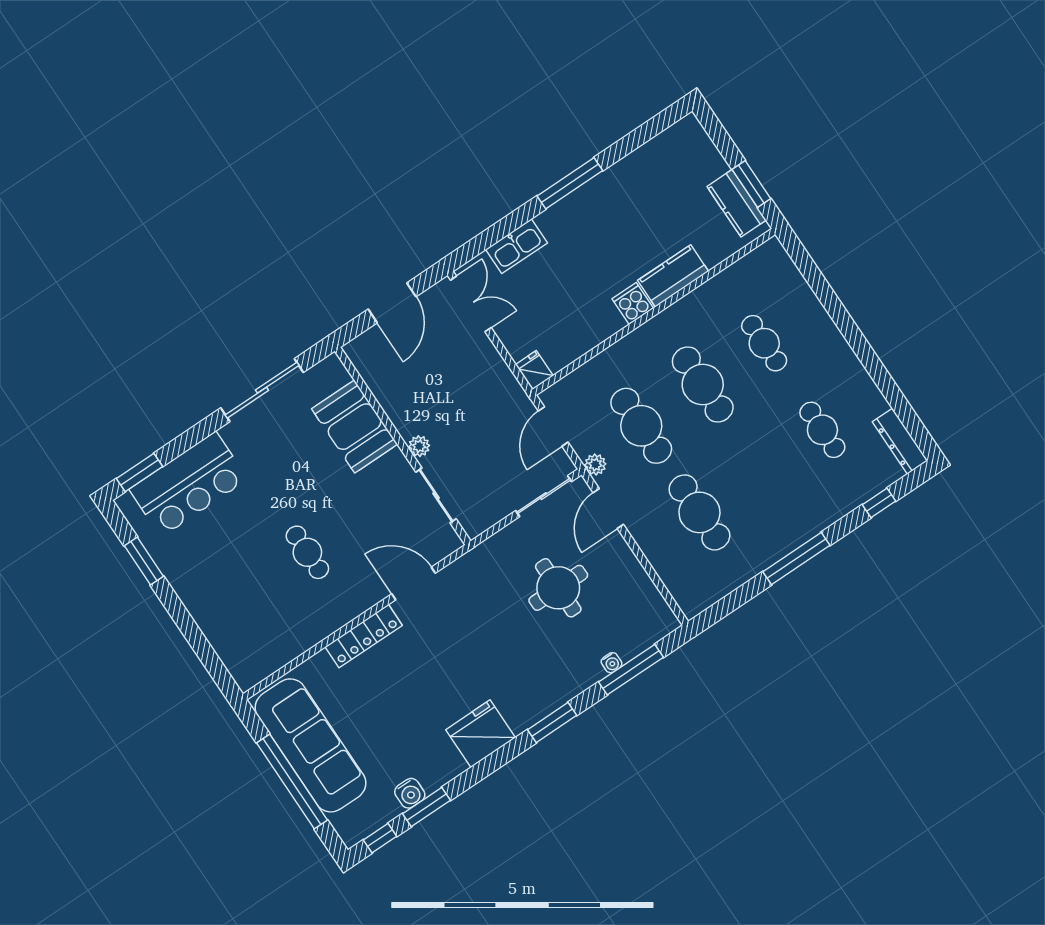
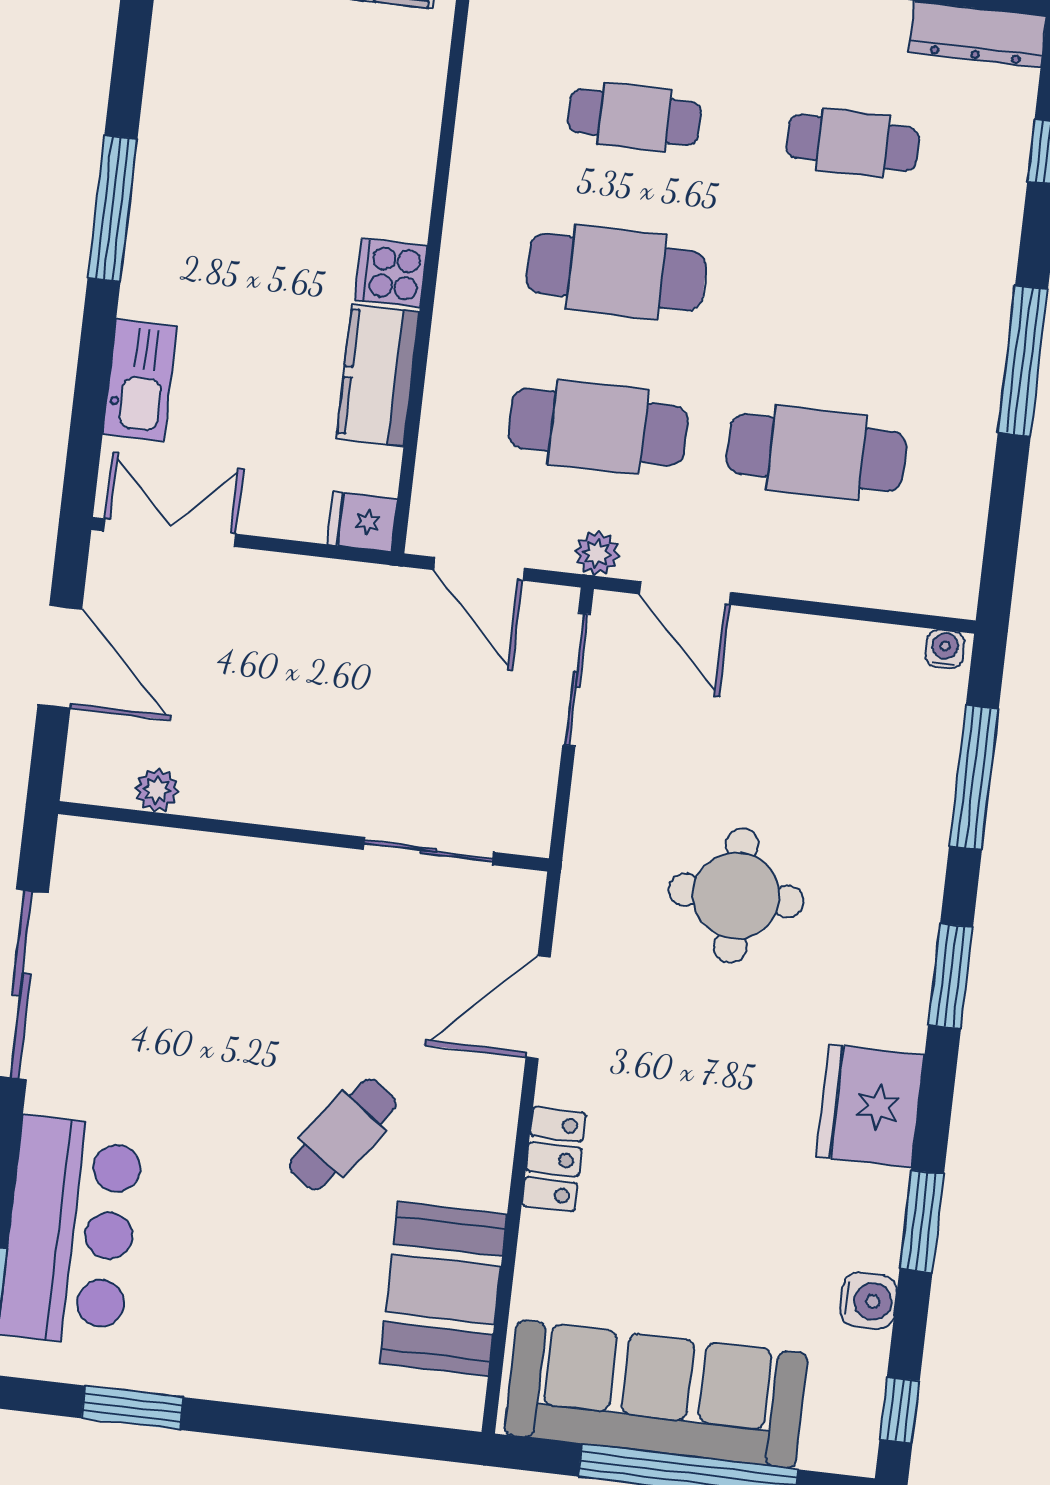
kitchen counter: (673, 276) -> (378, 375), moved
booth: (355, 427) -> (443, 1289), moved, turned 90
plant: (419, 446) -> (157, 790), moved
cafe table: (307, 552) -> (343, 1134), turned -54
round table: (558, 588) -> (736, 896), moved
locker: (364, 636) -> (554, 1159), width x0.66
water cooler: (612, 663) -> (945, 649), moved, turned -90
window: (427, 807) -> (922, 1221), moved

